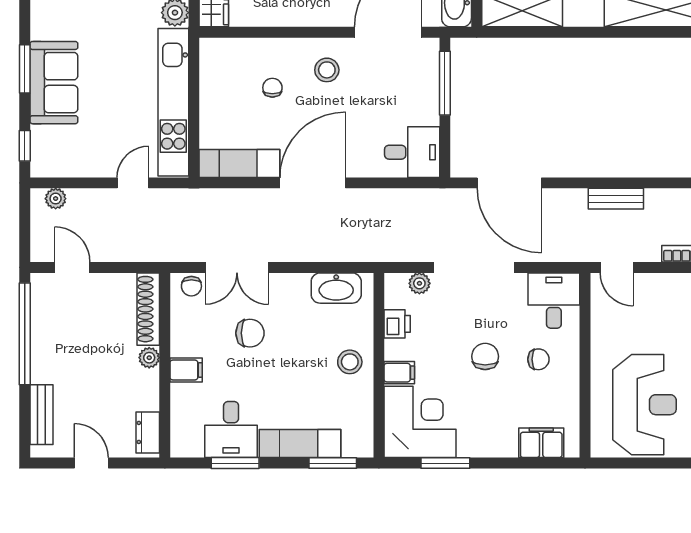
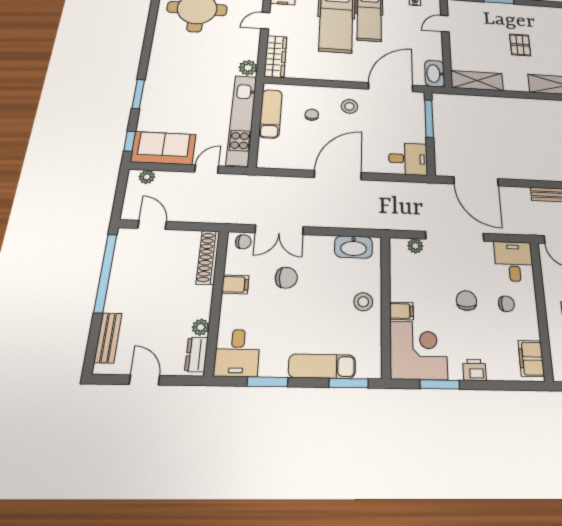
sofa: (54, 83) -> (163, 148), moved, turned -90
exam couch: (239, 164) -> (271, 114), moved, turned 90
chair: (191, 286) -> (243, 242), turned -90
printer: (397, 324) -> (474, 370), moved, turned -90
plant: (149, 358) -> (201, 327), moved
filing cabinet: (186, 370) -> (235, 284), moved
desk: (231, 430) -> (237, 353), moved
filing cabinet: (541, 443) -> (531, 359), moved, turned -90

